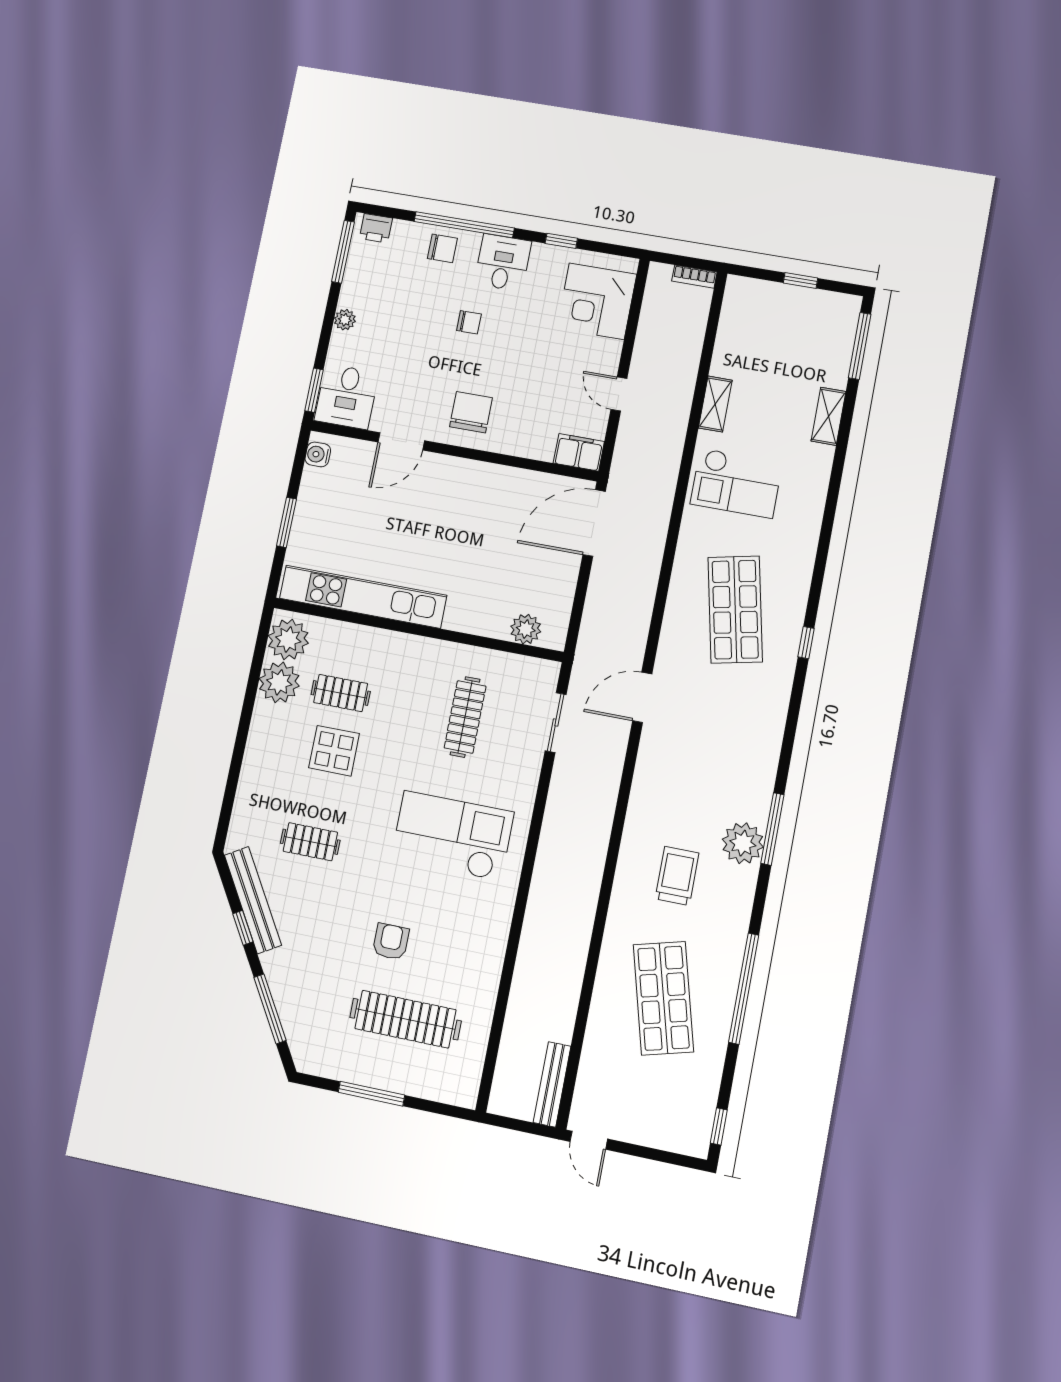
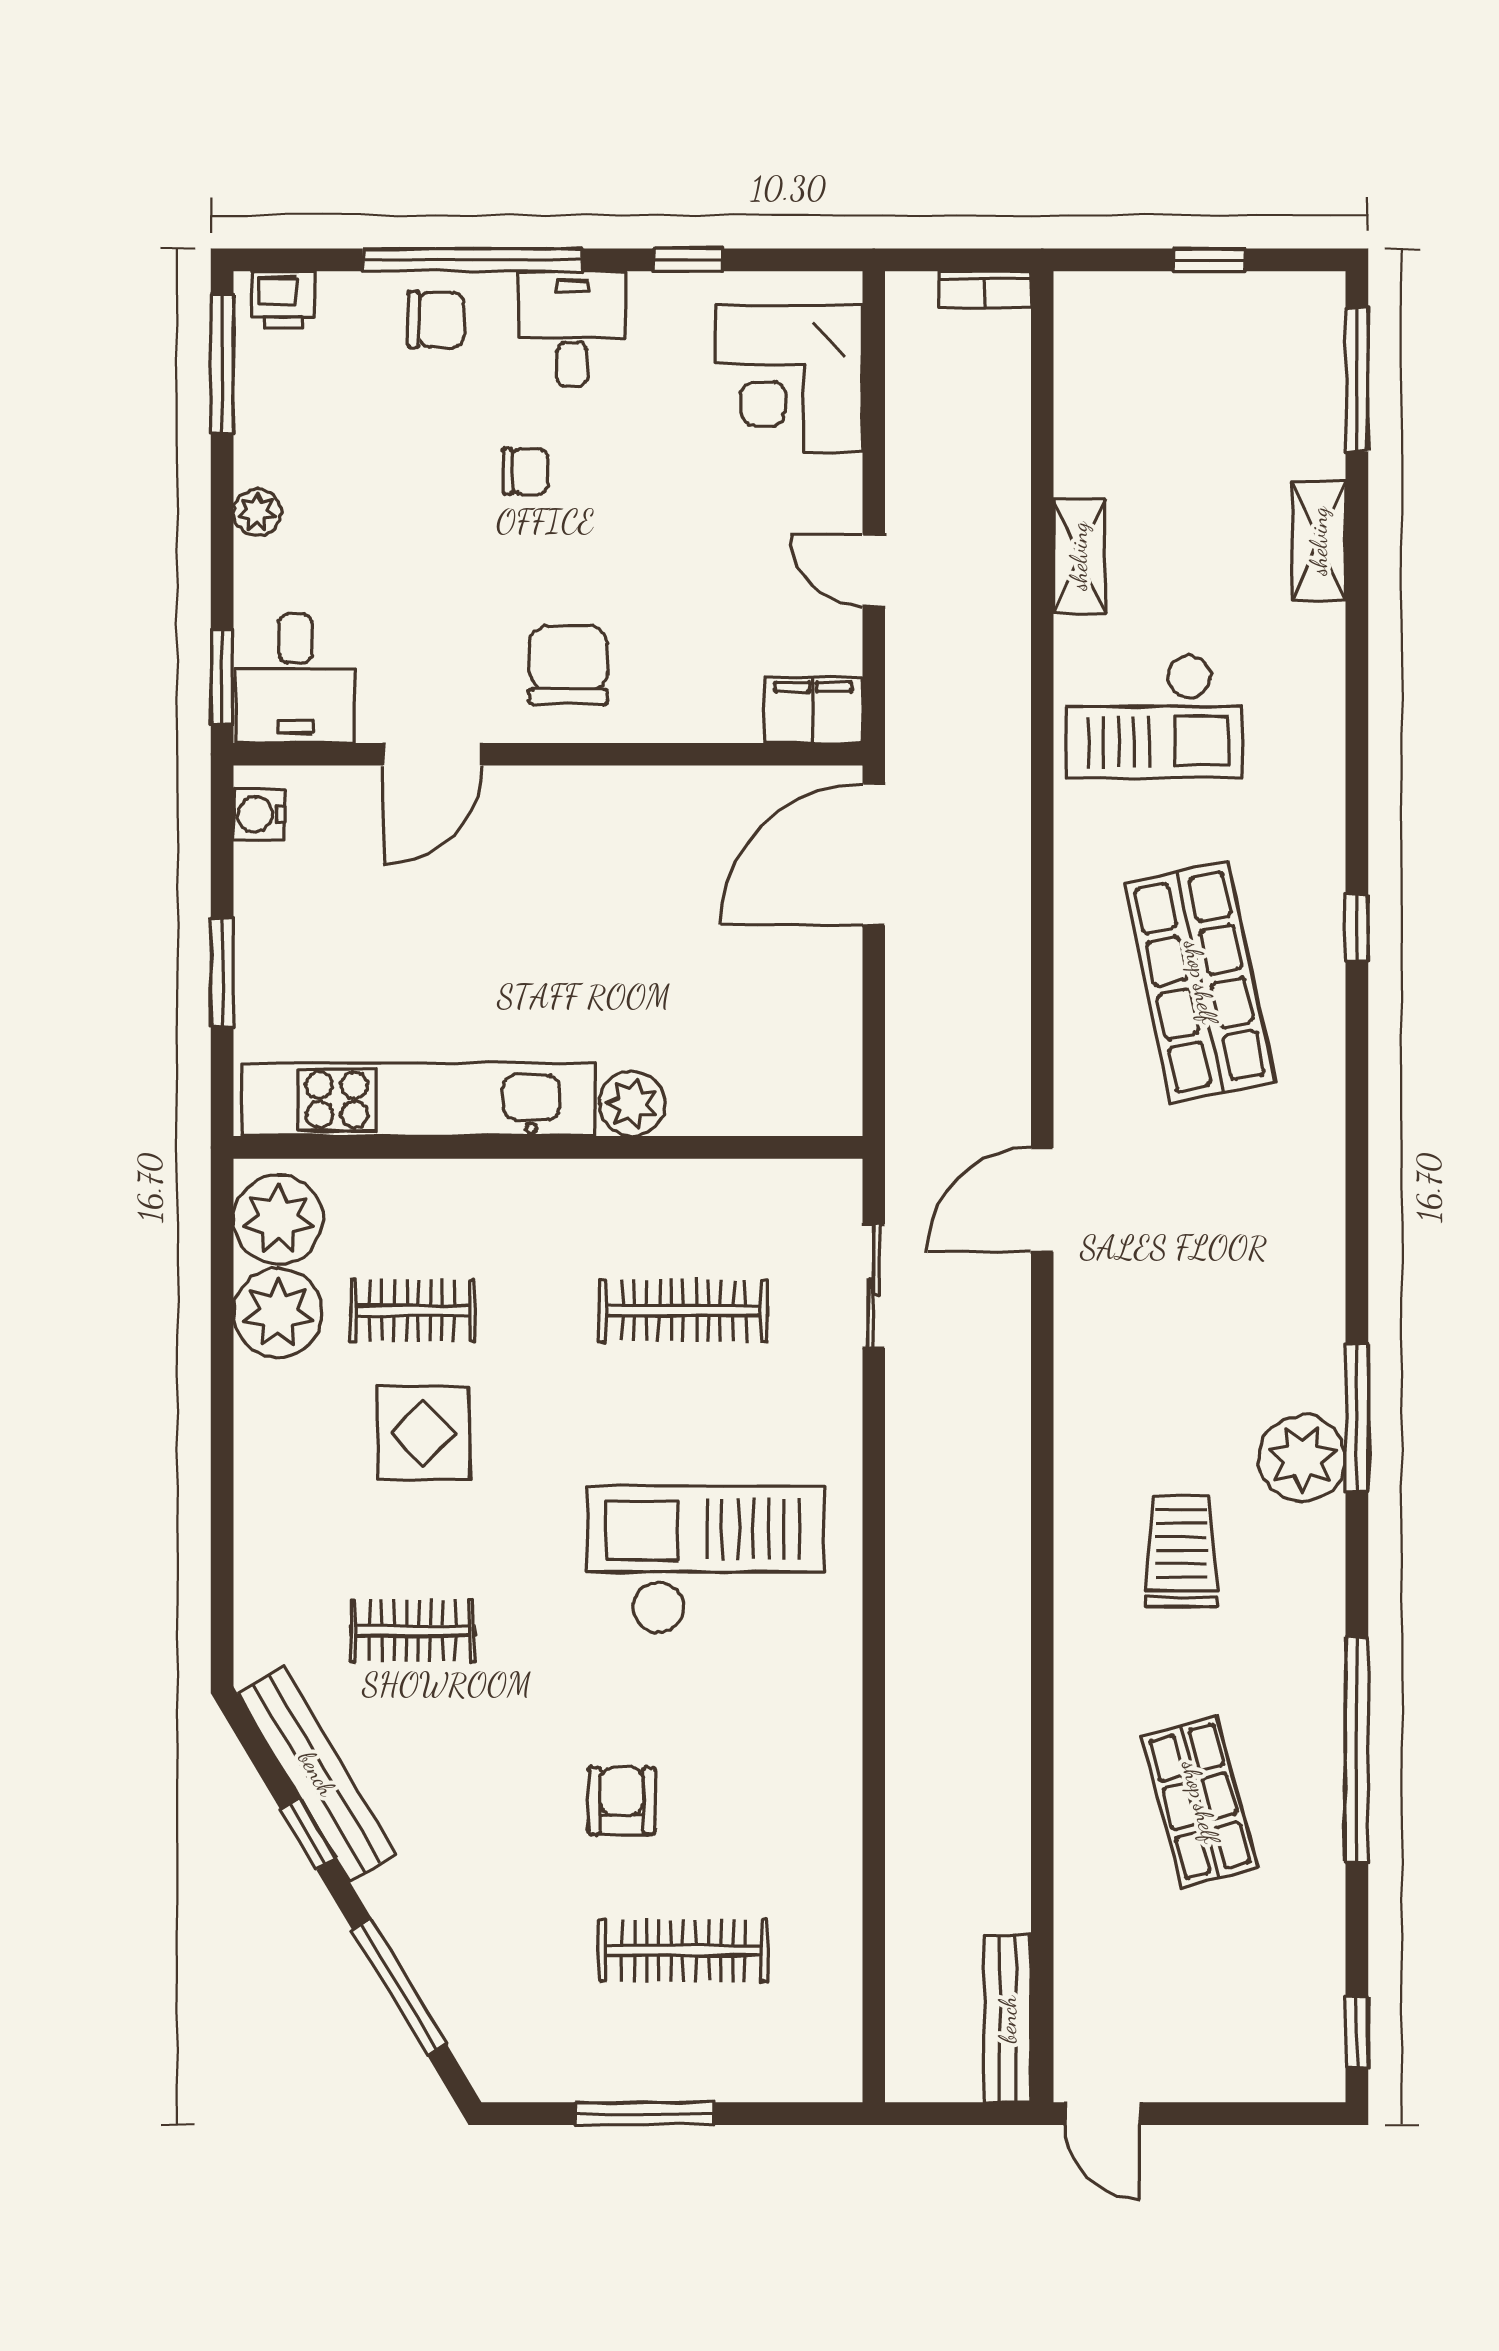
plant: (526, 629) -> (632, 1104), moved
window: (806, 643) -> (1357, 928), moved
clothes rail: (465, 717) -> (684, 1311), turned 90
shop shelf: (663, 998) -> (1200, 1802), width x0.70, depth x0.74
clothes rail: (405, 1019) -> (684, 1951), width x0.73, depth x0.76

